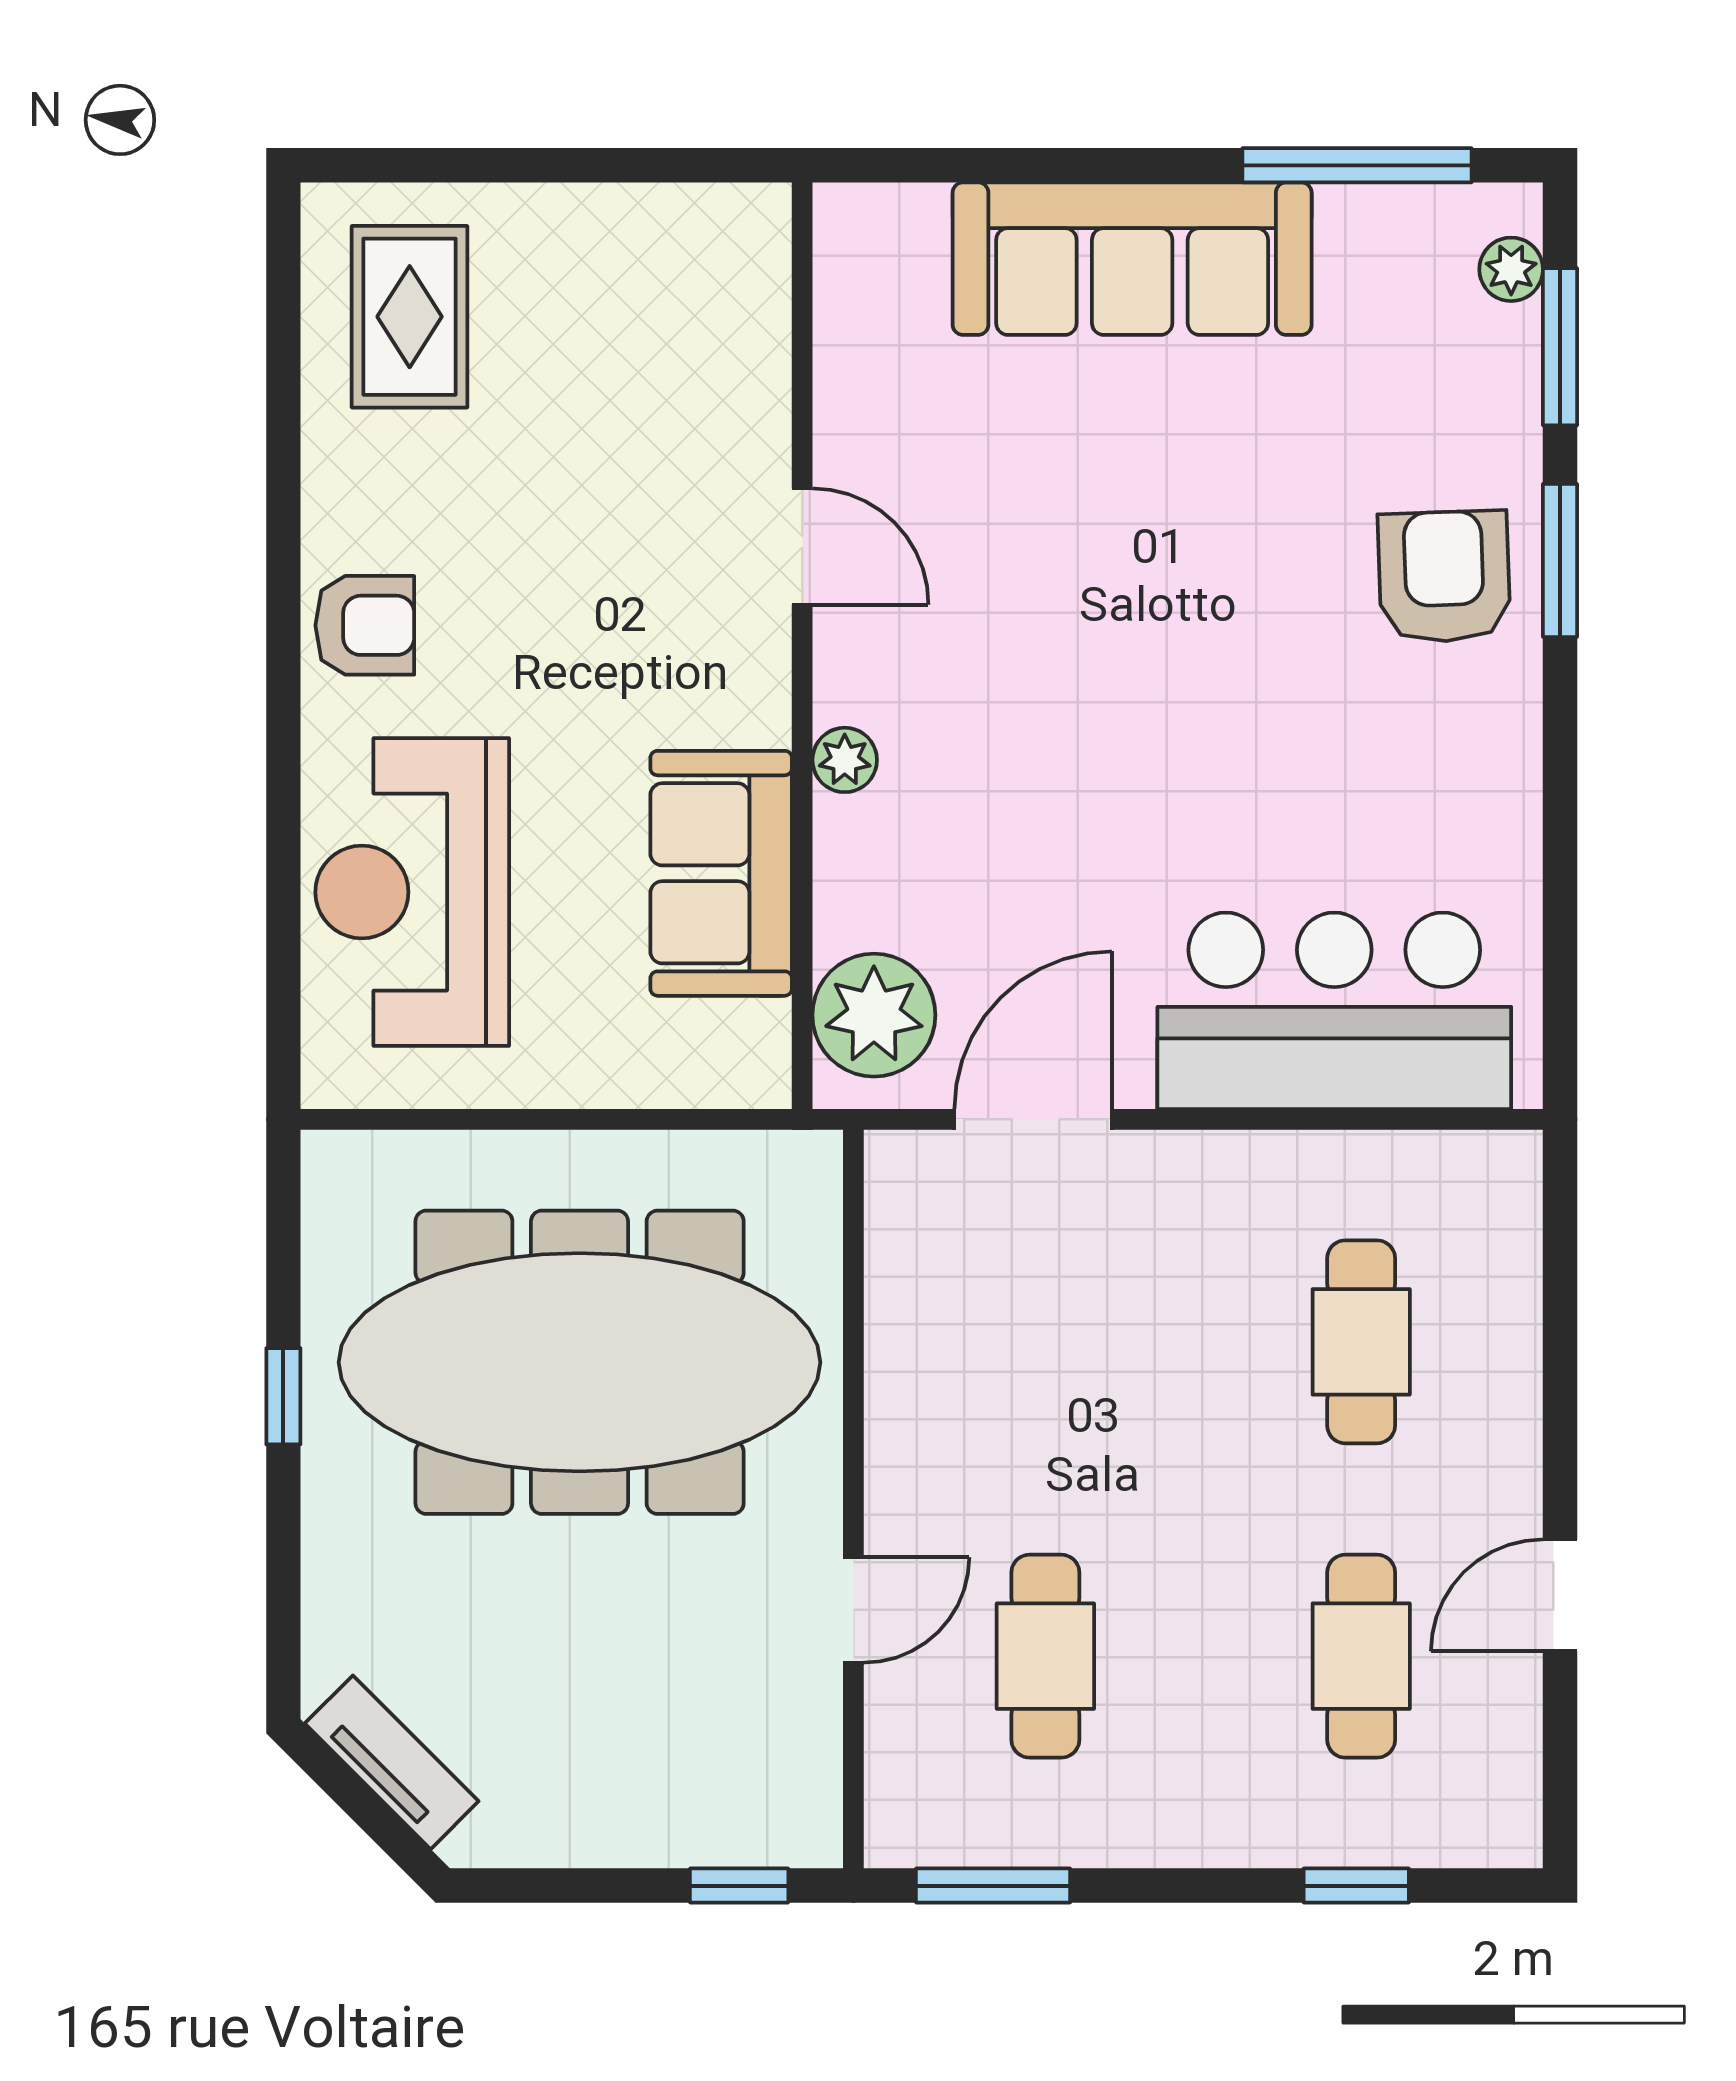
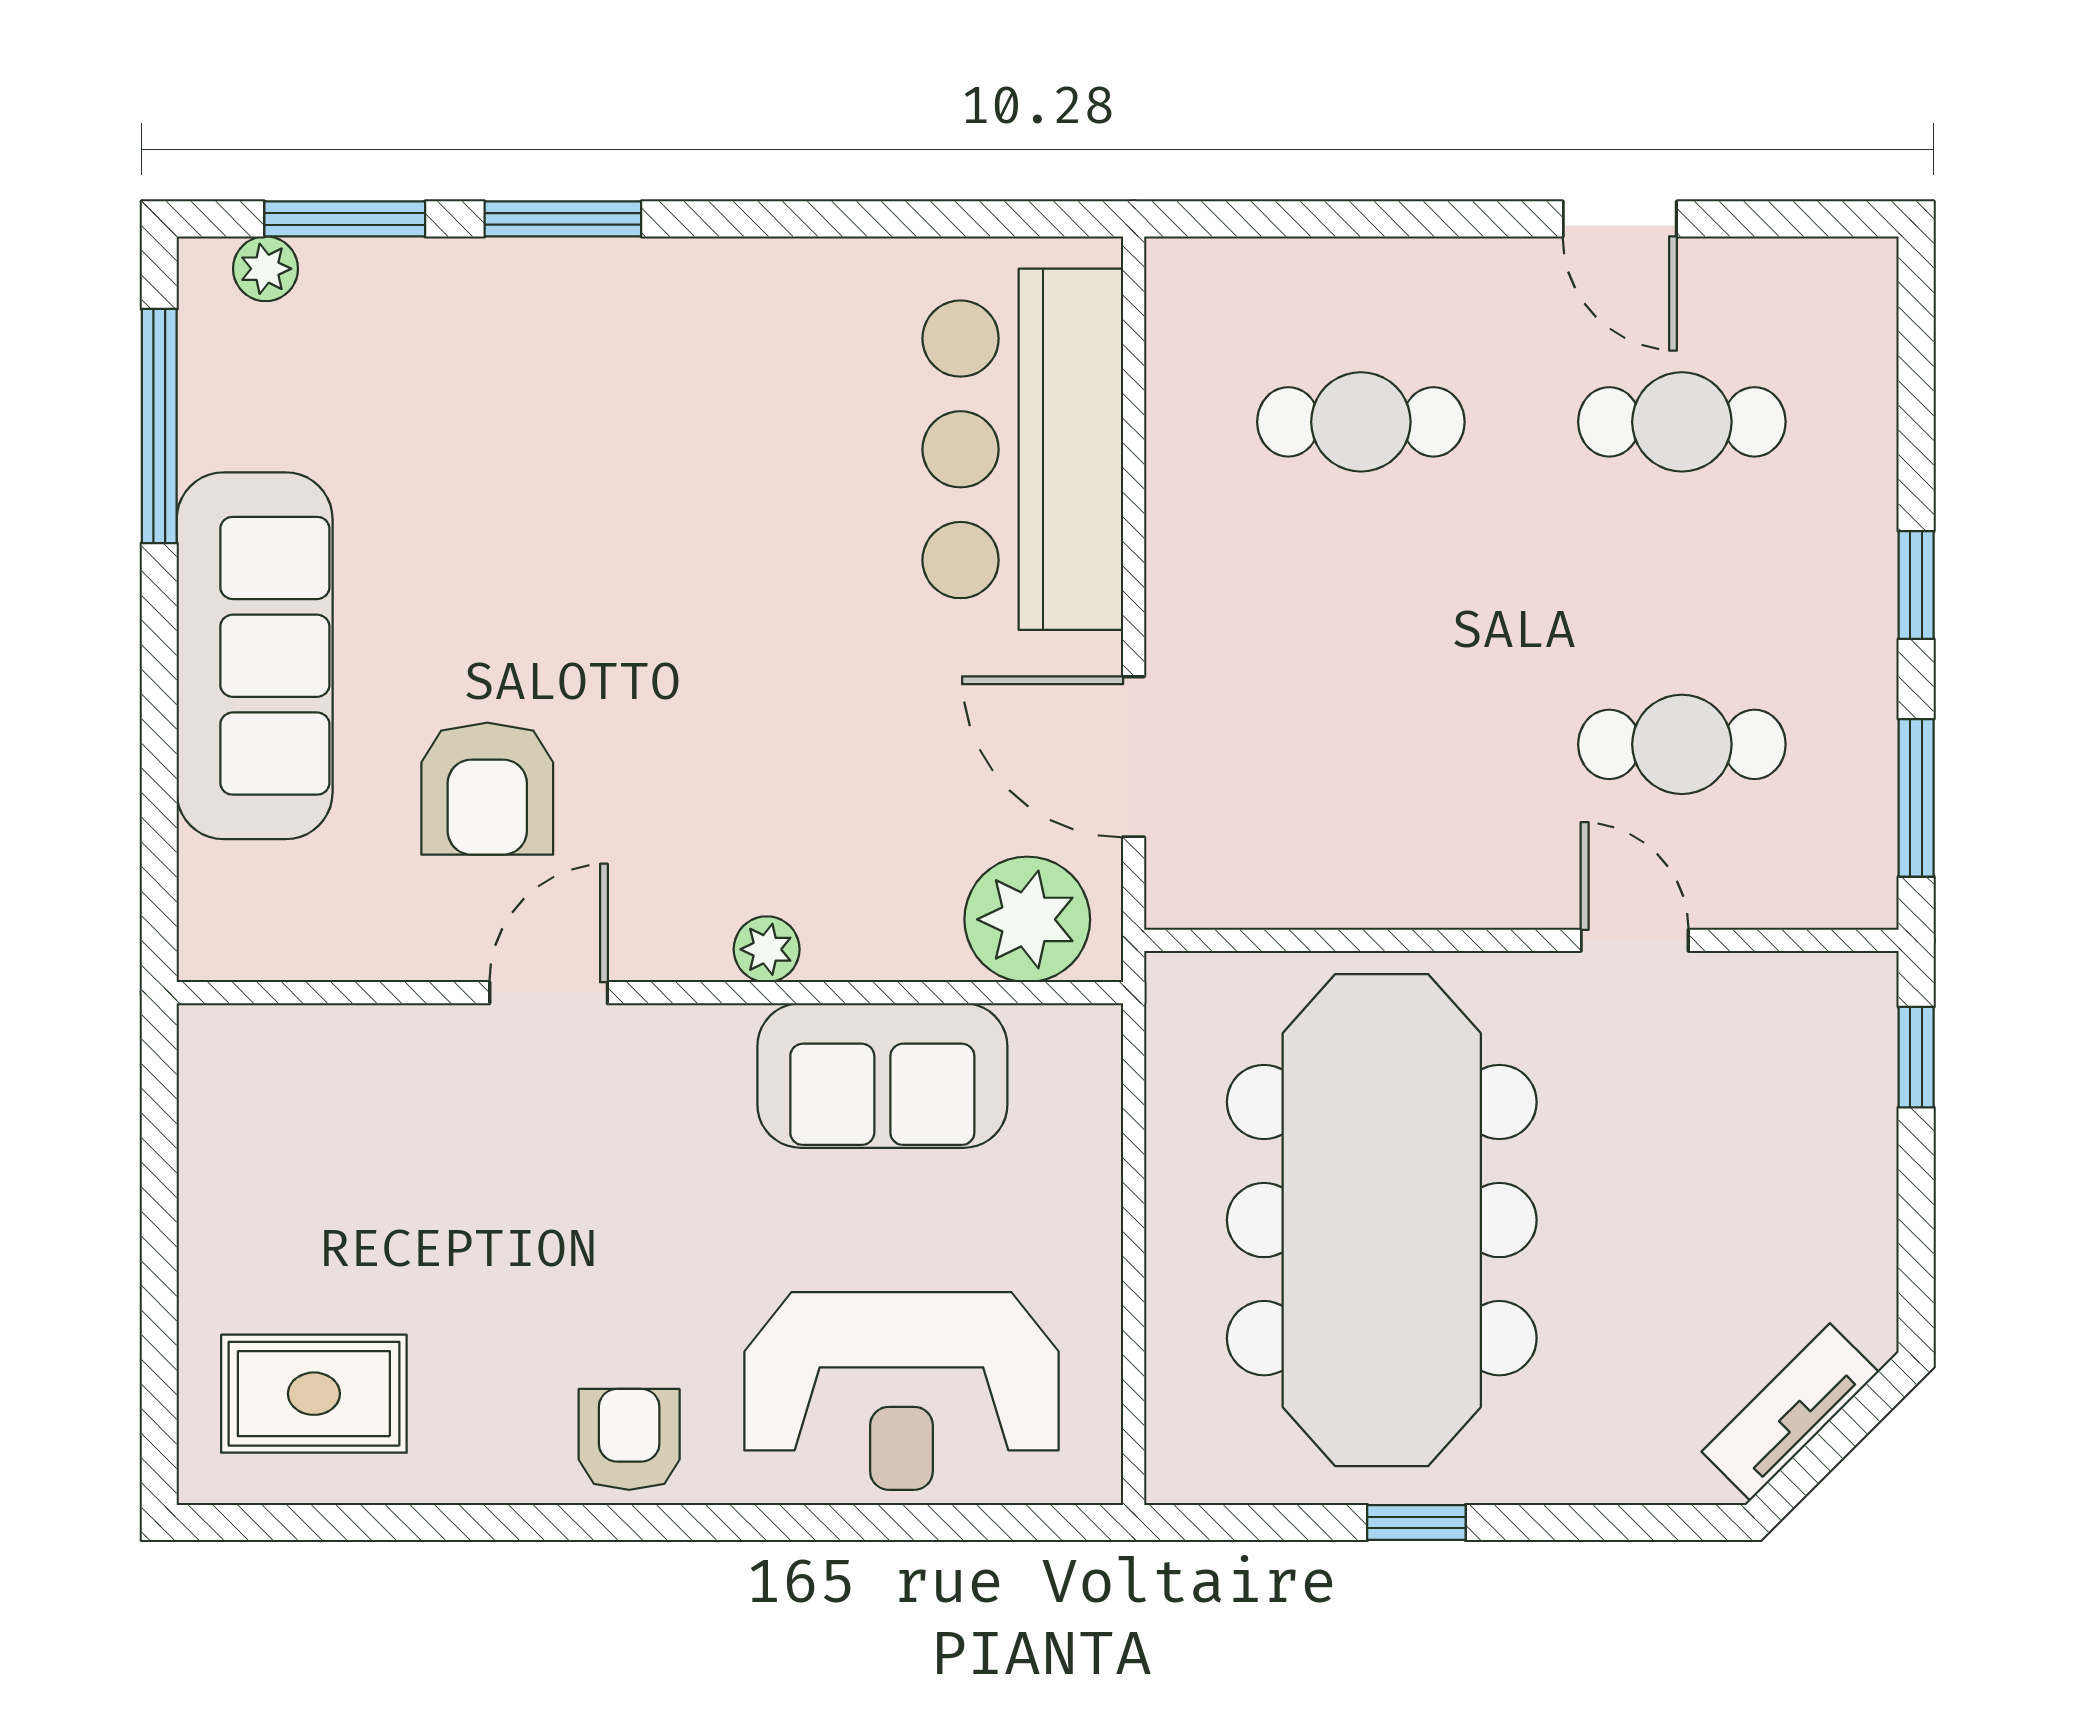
armchair: (1444, 577) -> (487, 789), moved, turned -88
window: (1356, 1886) -> (1916, 585), moved

